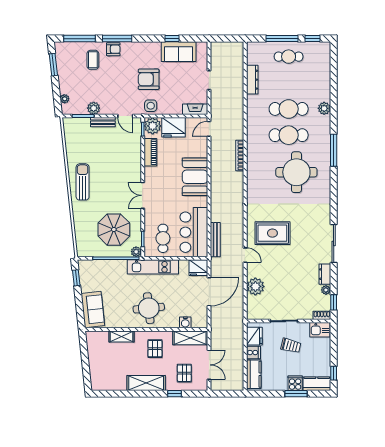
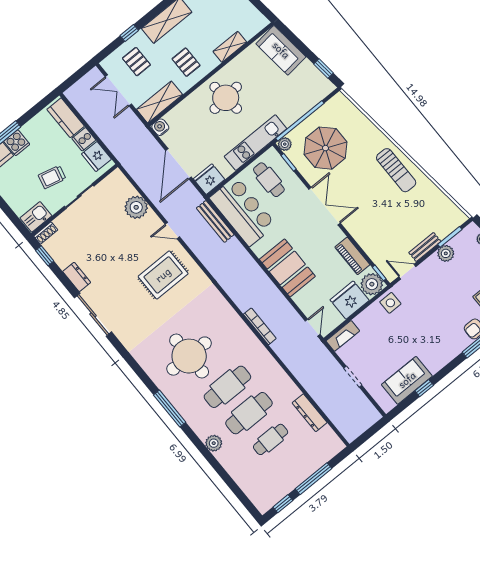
cafe table: (289, 57) -> (271, 439), moved
armchair: (149, 79) -> (414, 328), removed
double door: (143, 195) -> (325, 206), width x1.37
plant: (326, 290) -> (63, 262), removed
water cooler: (185, 322) -> (160, 127), moved

